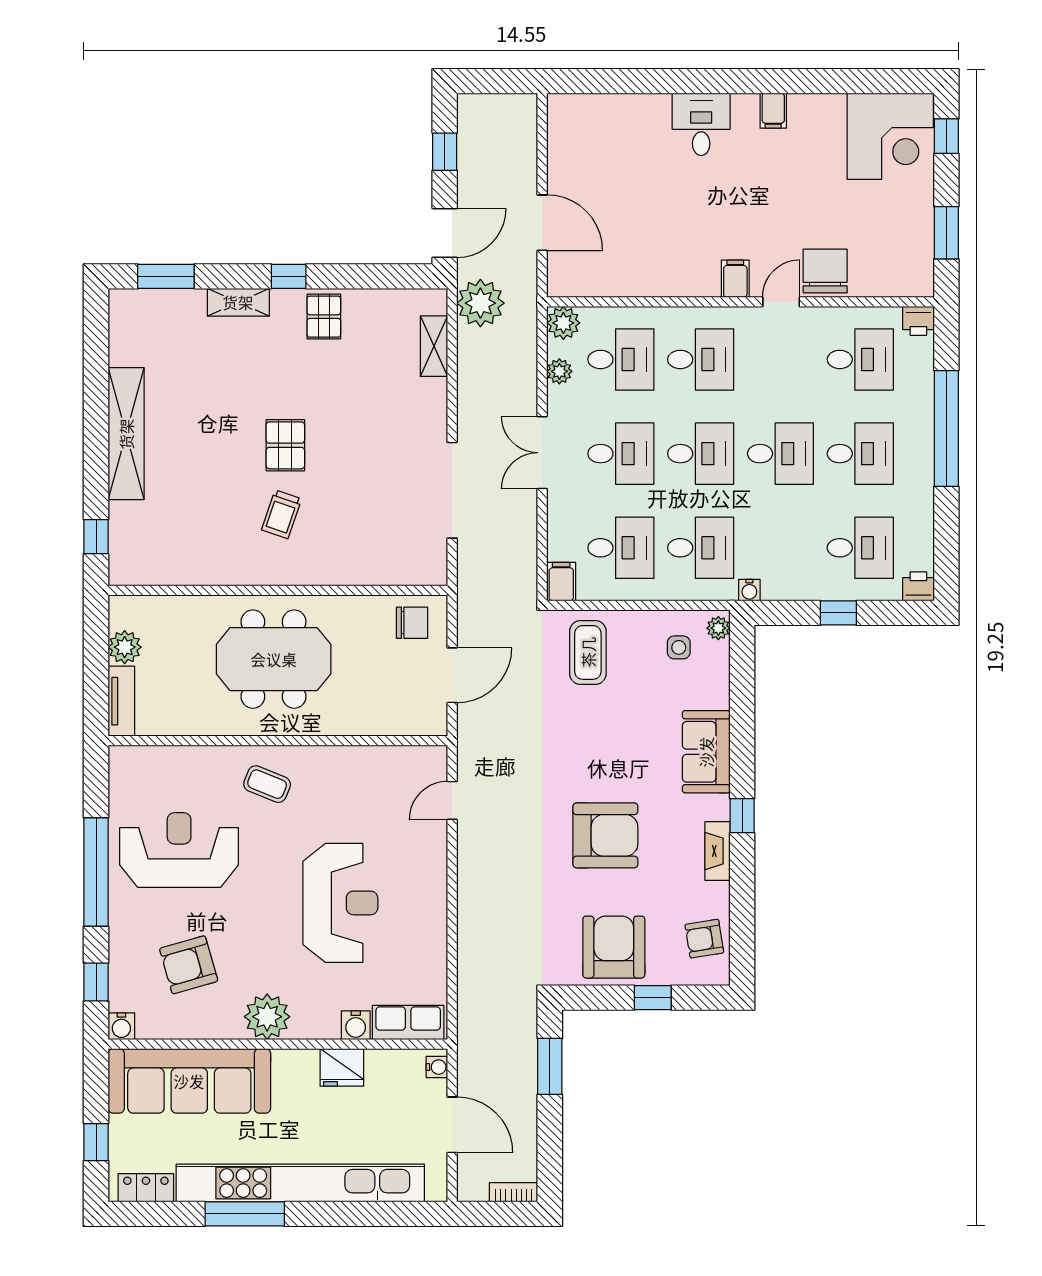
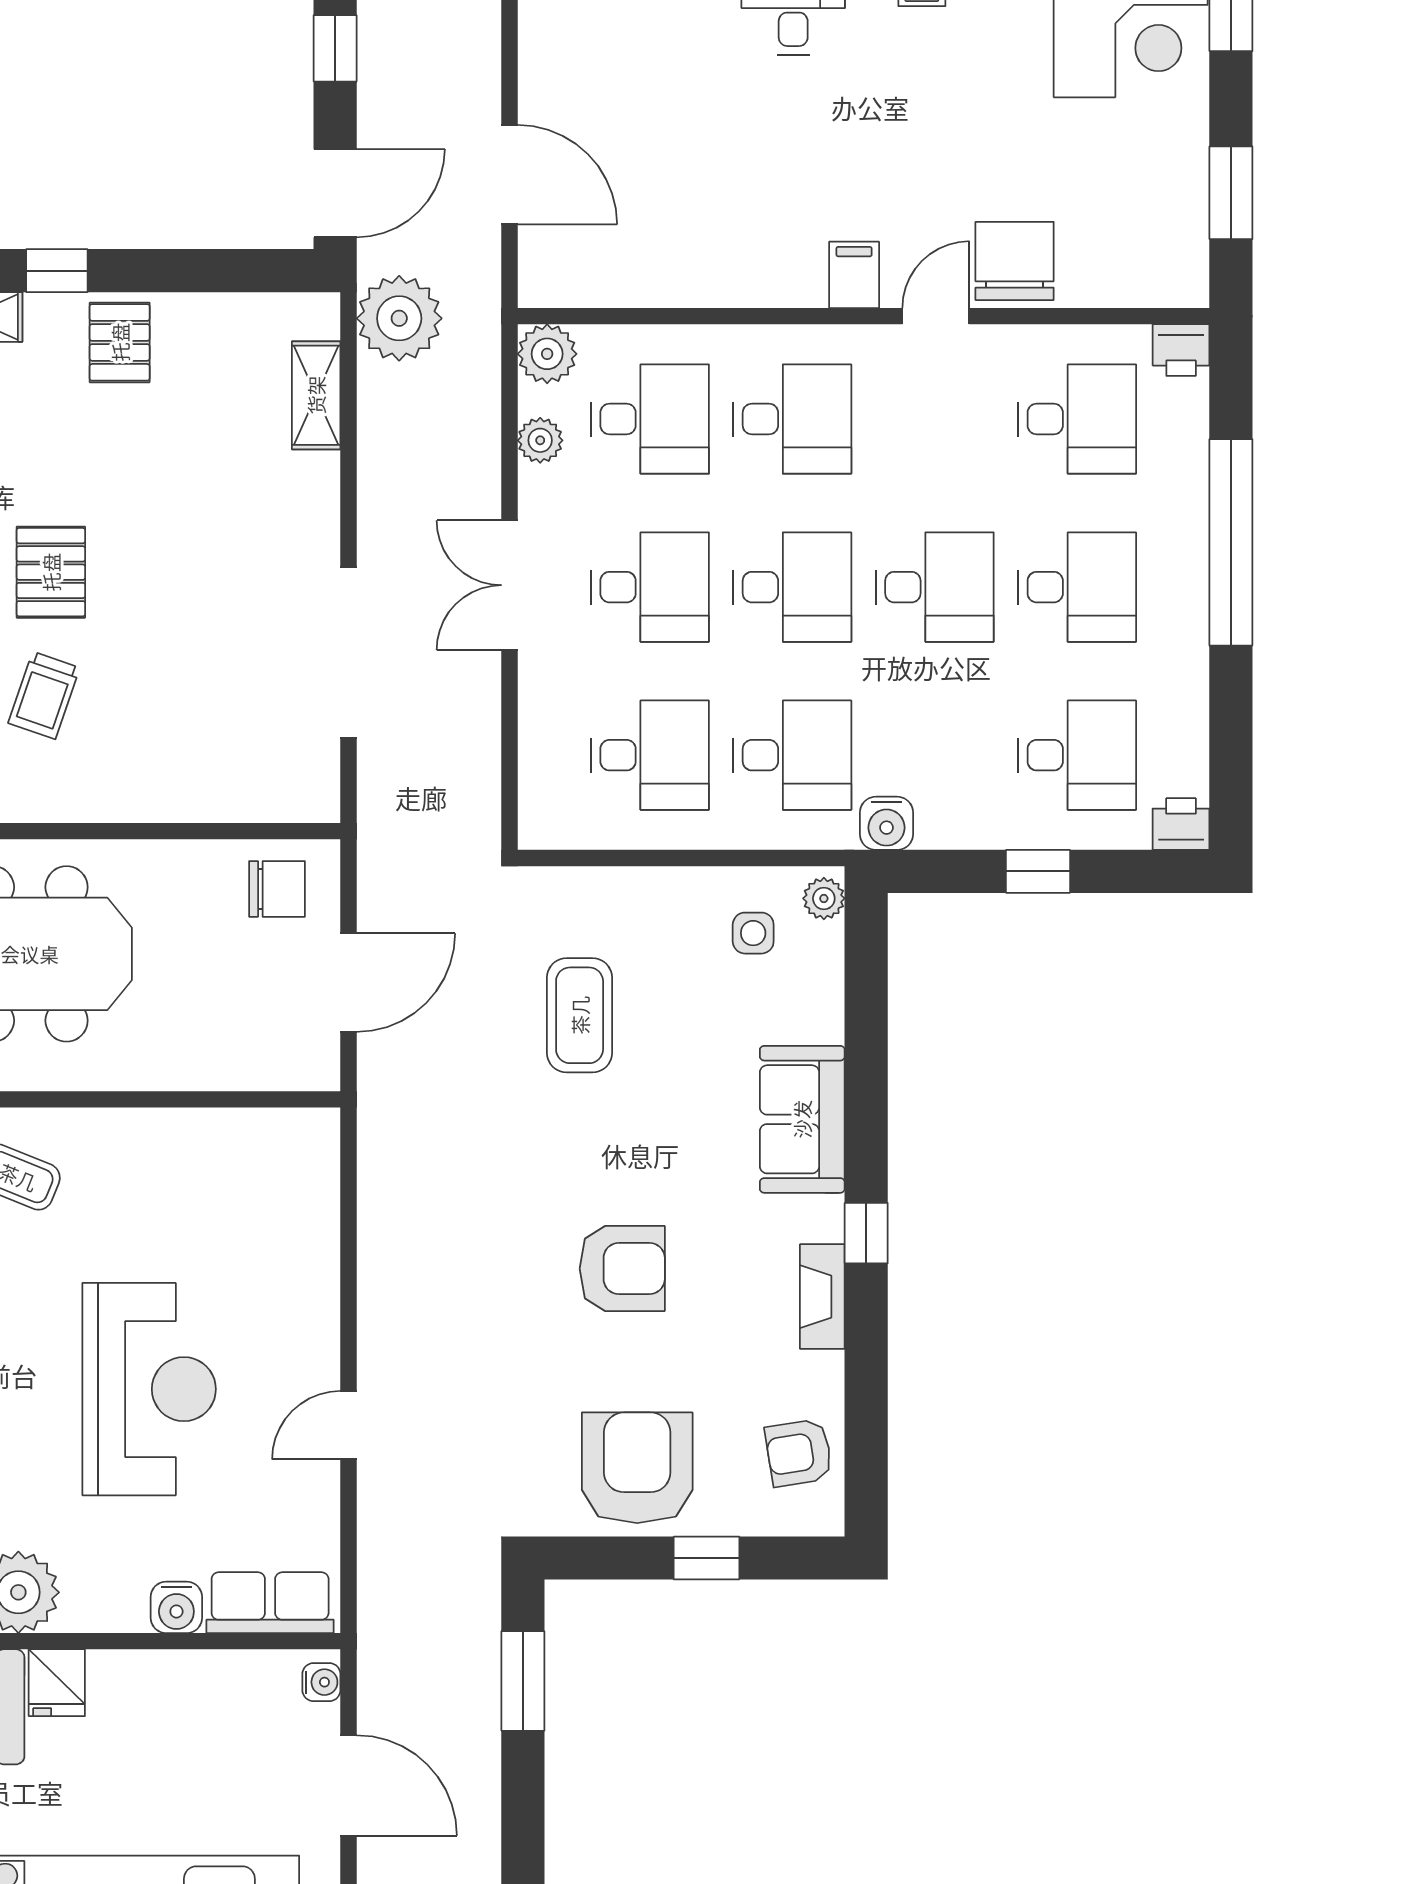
filing cabinet: (561, 582) -> (543, 816), removed
water cooler: (749, 590) -> (887, 823), width x1.38, depth x1.38
coffee table: (588, 652) -> (580, 1015), moved
door: (452, 800) -> (349, 1425), moved
armchair: (605, 835) -> (622, 1269), width x0.73, depth x0.73
fridge: (342, 1067) -> (57, 1683), moved, width x0.72

